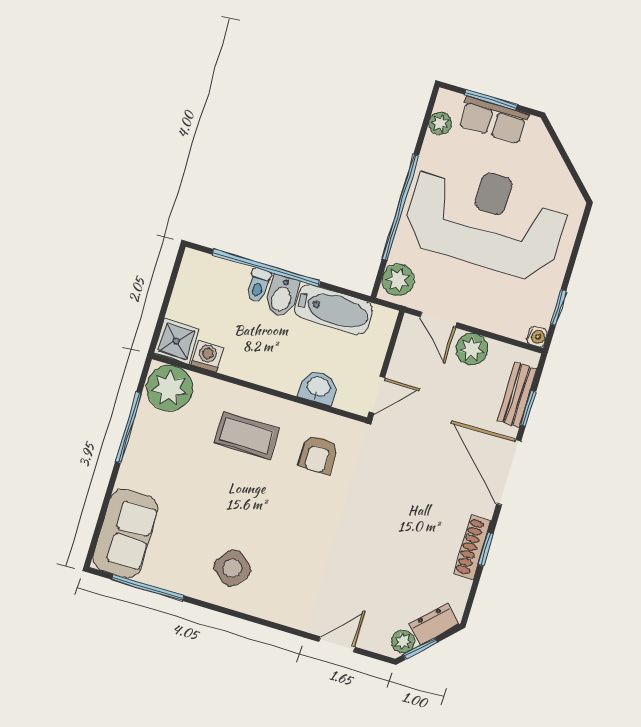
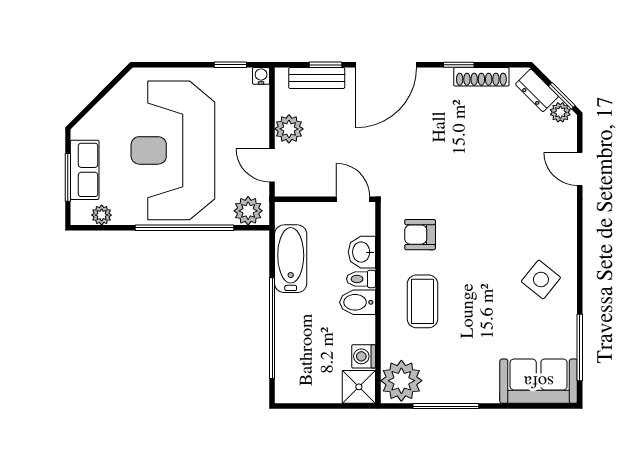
toilet: (258, 285) -> (361, 279), moved, turned 180
bidet: (282, 296) -> (358, 302), moved, turned 180
door: (438, 320) -> (272, 165), swing flipped
armchair: (318, 454) -> (420, 235), turned 180
shoe rack: (473, 547) -> (481, 77), moved

